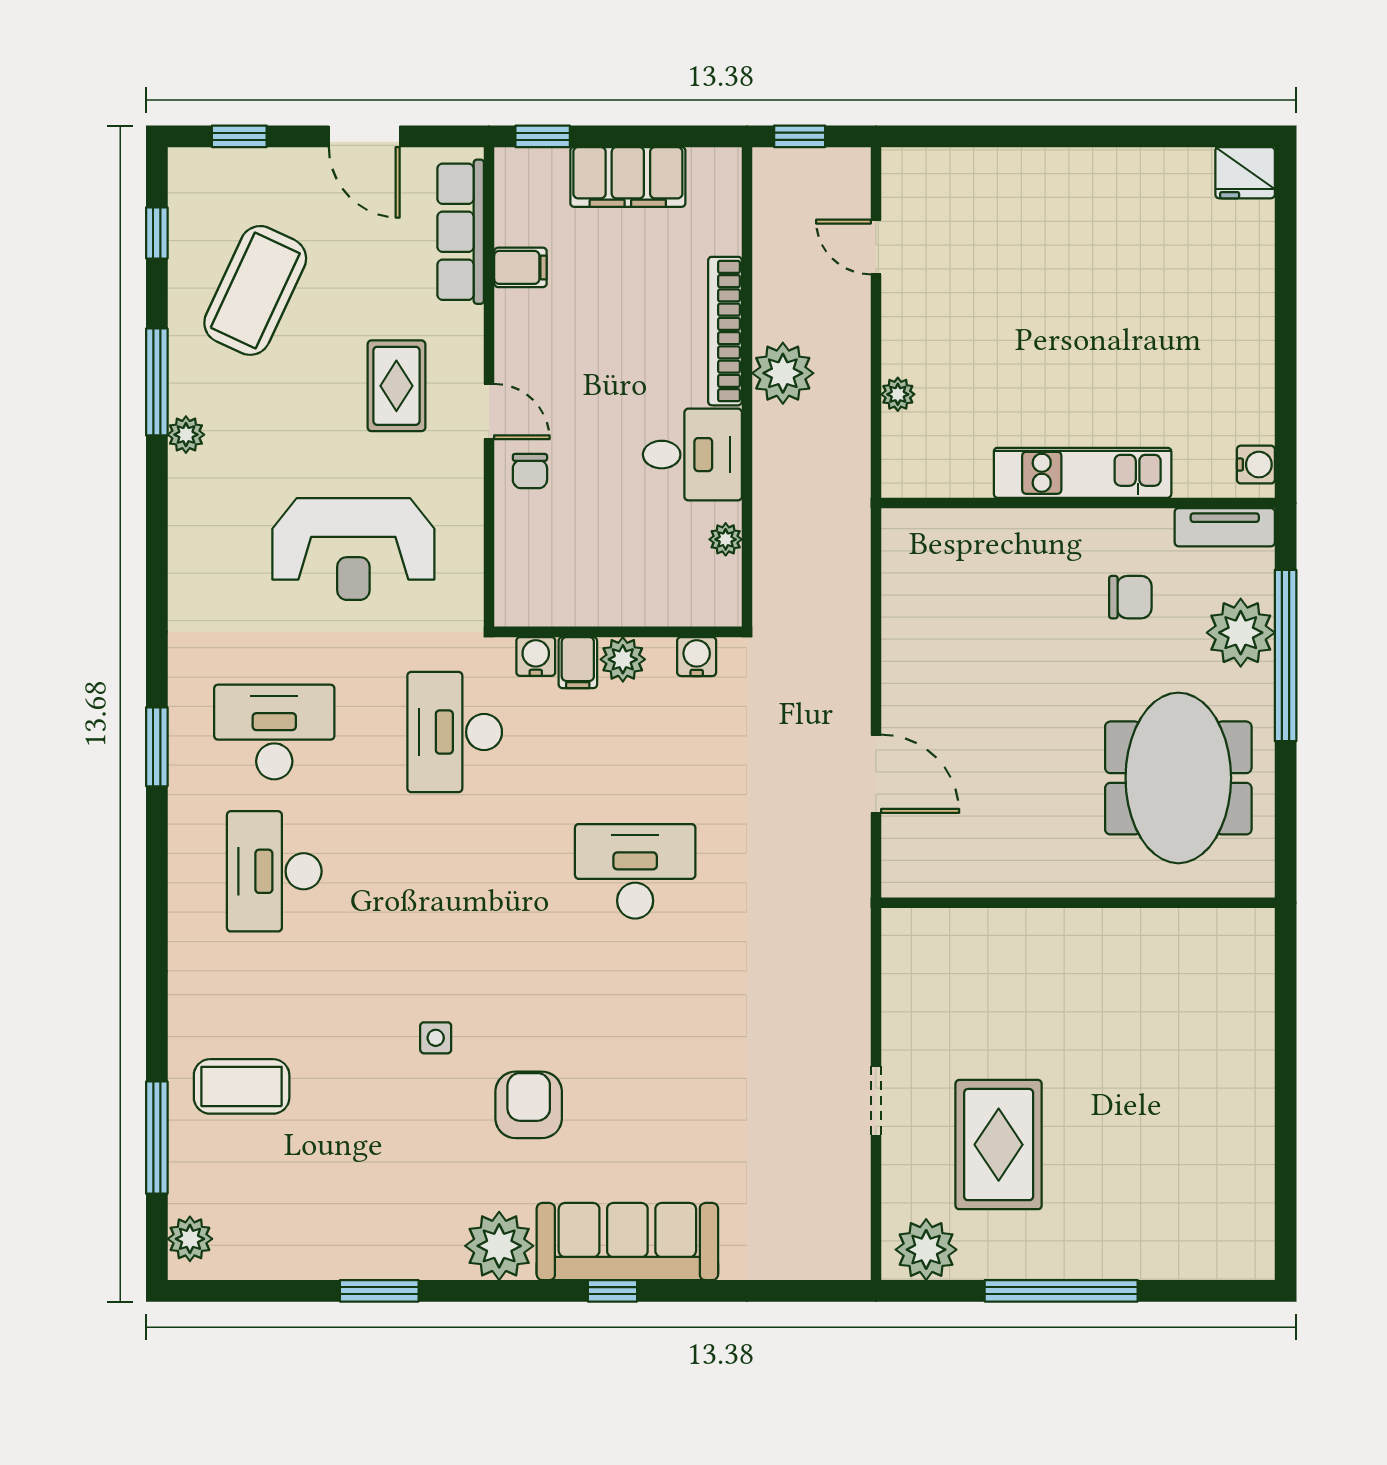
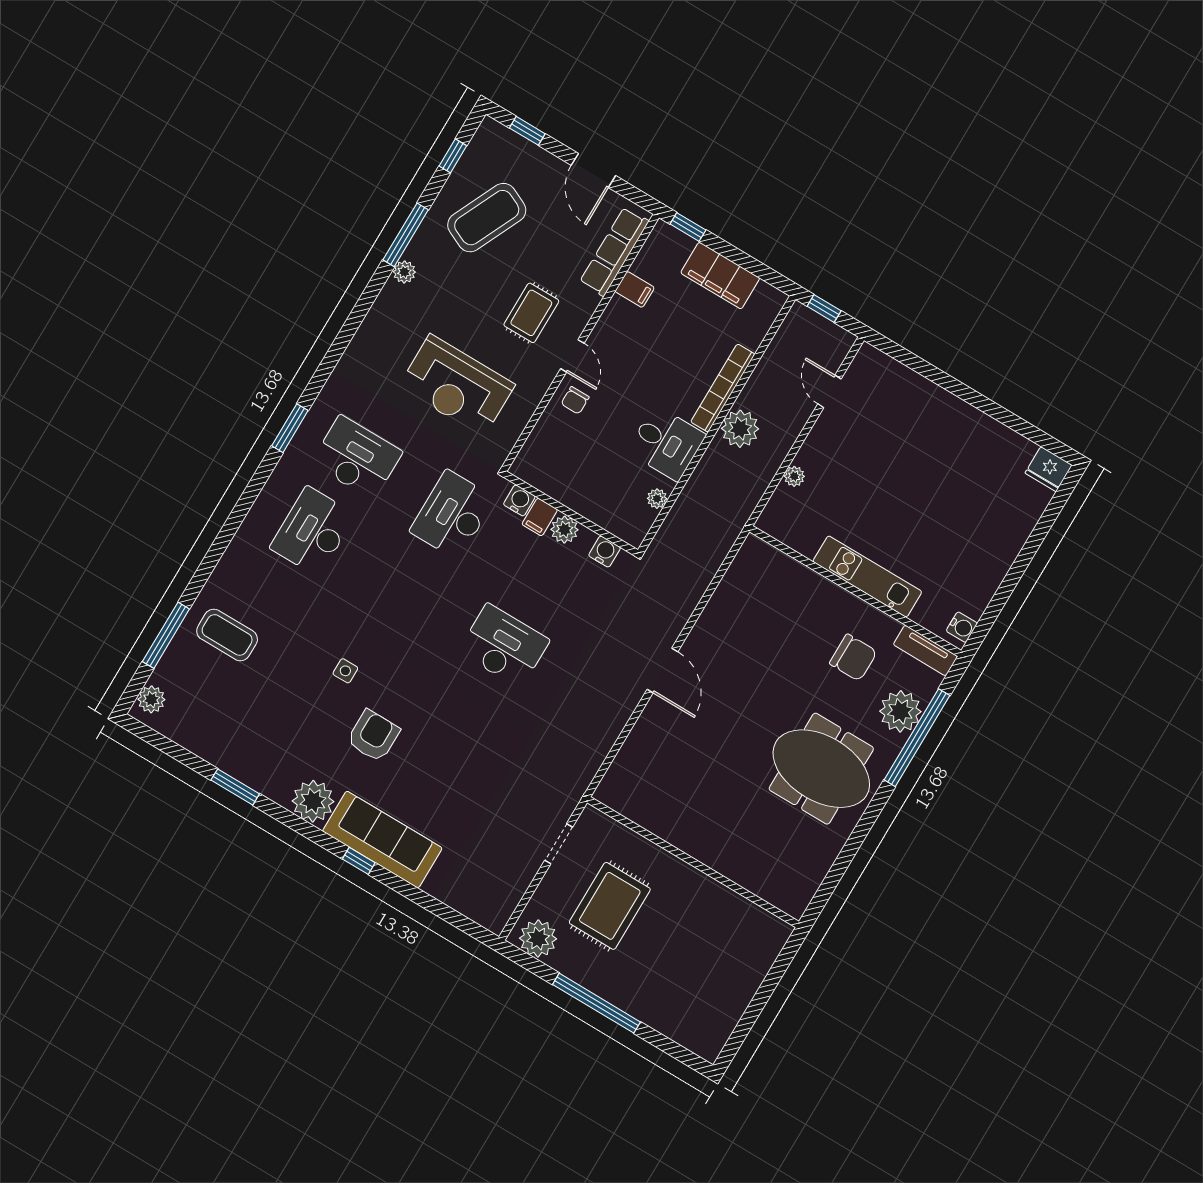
chair: (1130, 597) -> (853, 658), width x1.37, depth x1.37
meeting table: (1178, 778) -> (821, 769), turned 90
wall: (1078, 903) -> (693, 862), moved

